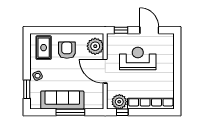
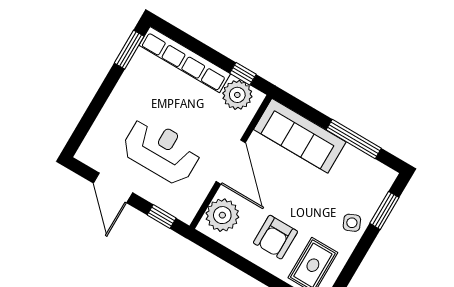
reception desk: (138, 58) -> (161, 151), turned 180
window: (177, 94) -> (129, 50), added
sofa: (62, 100) -> (300, 136), moved
window: (70, 112) -> (354, 139), moved

